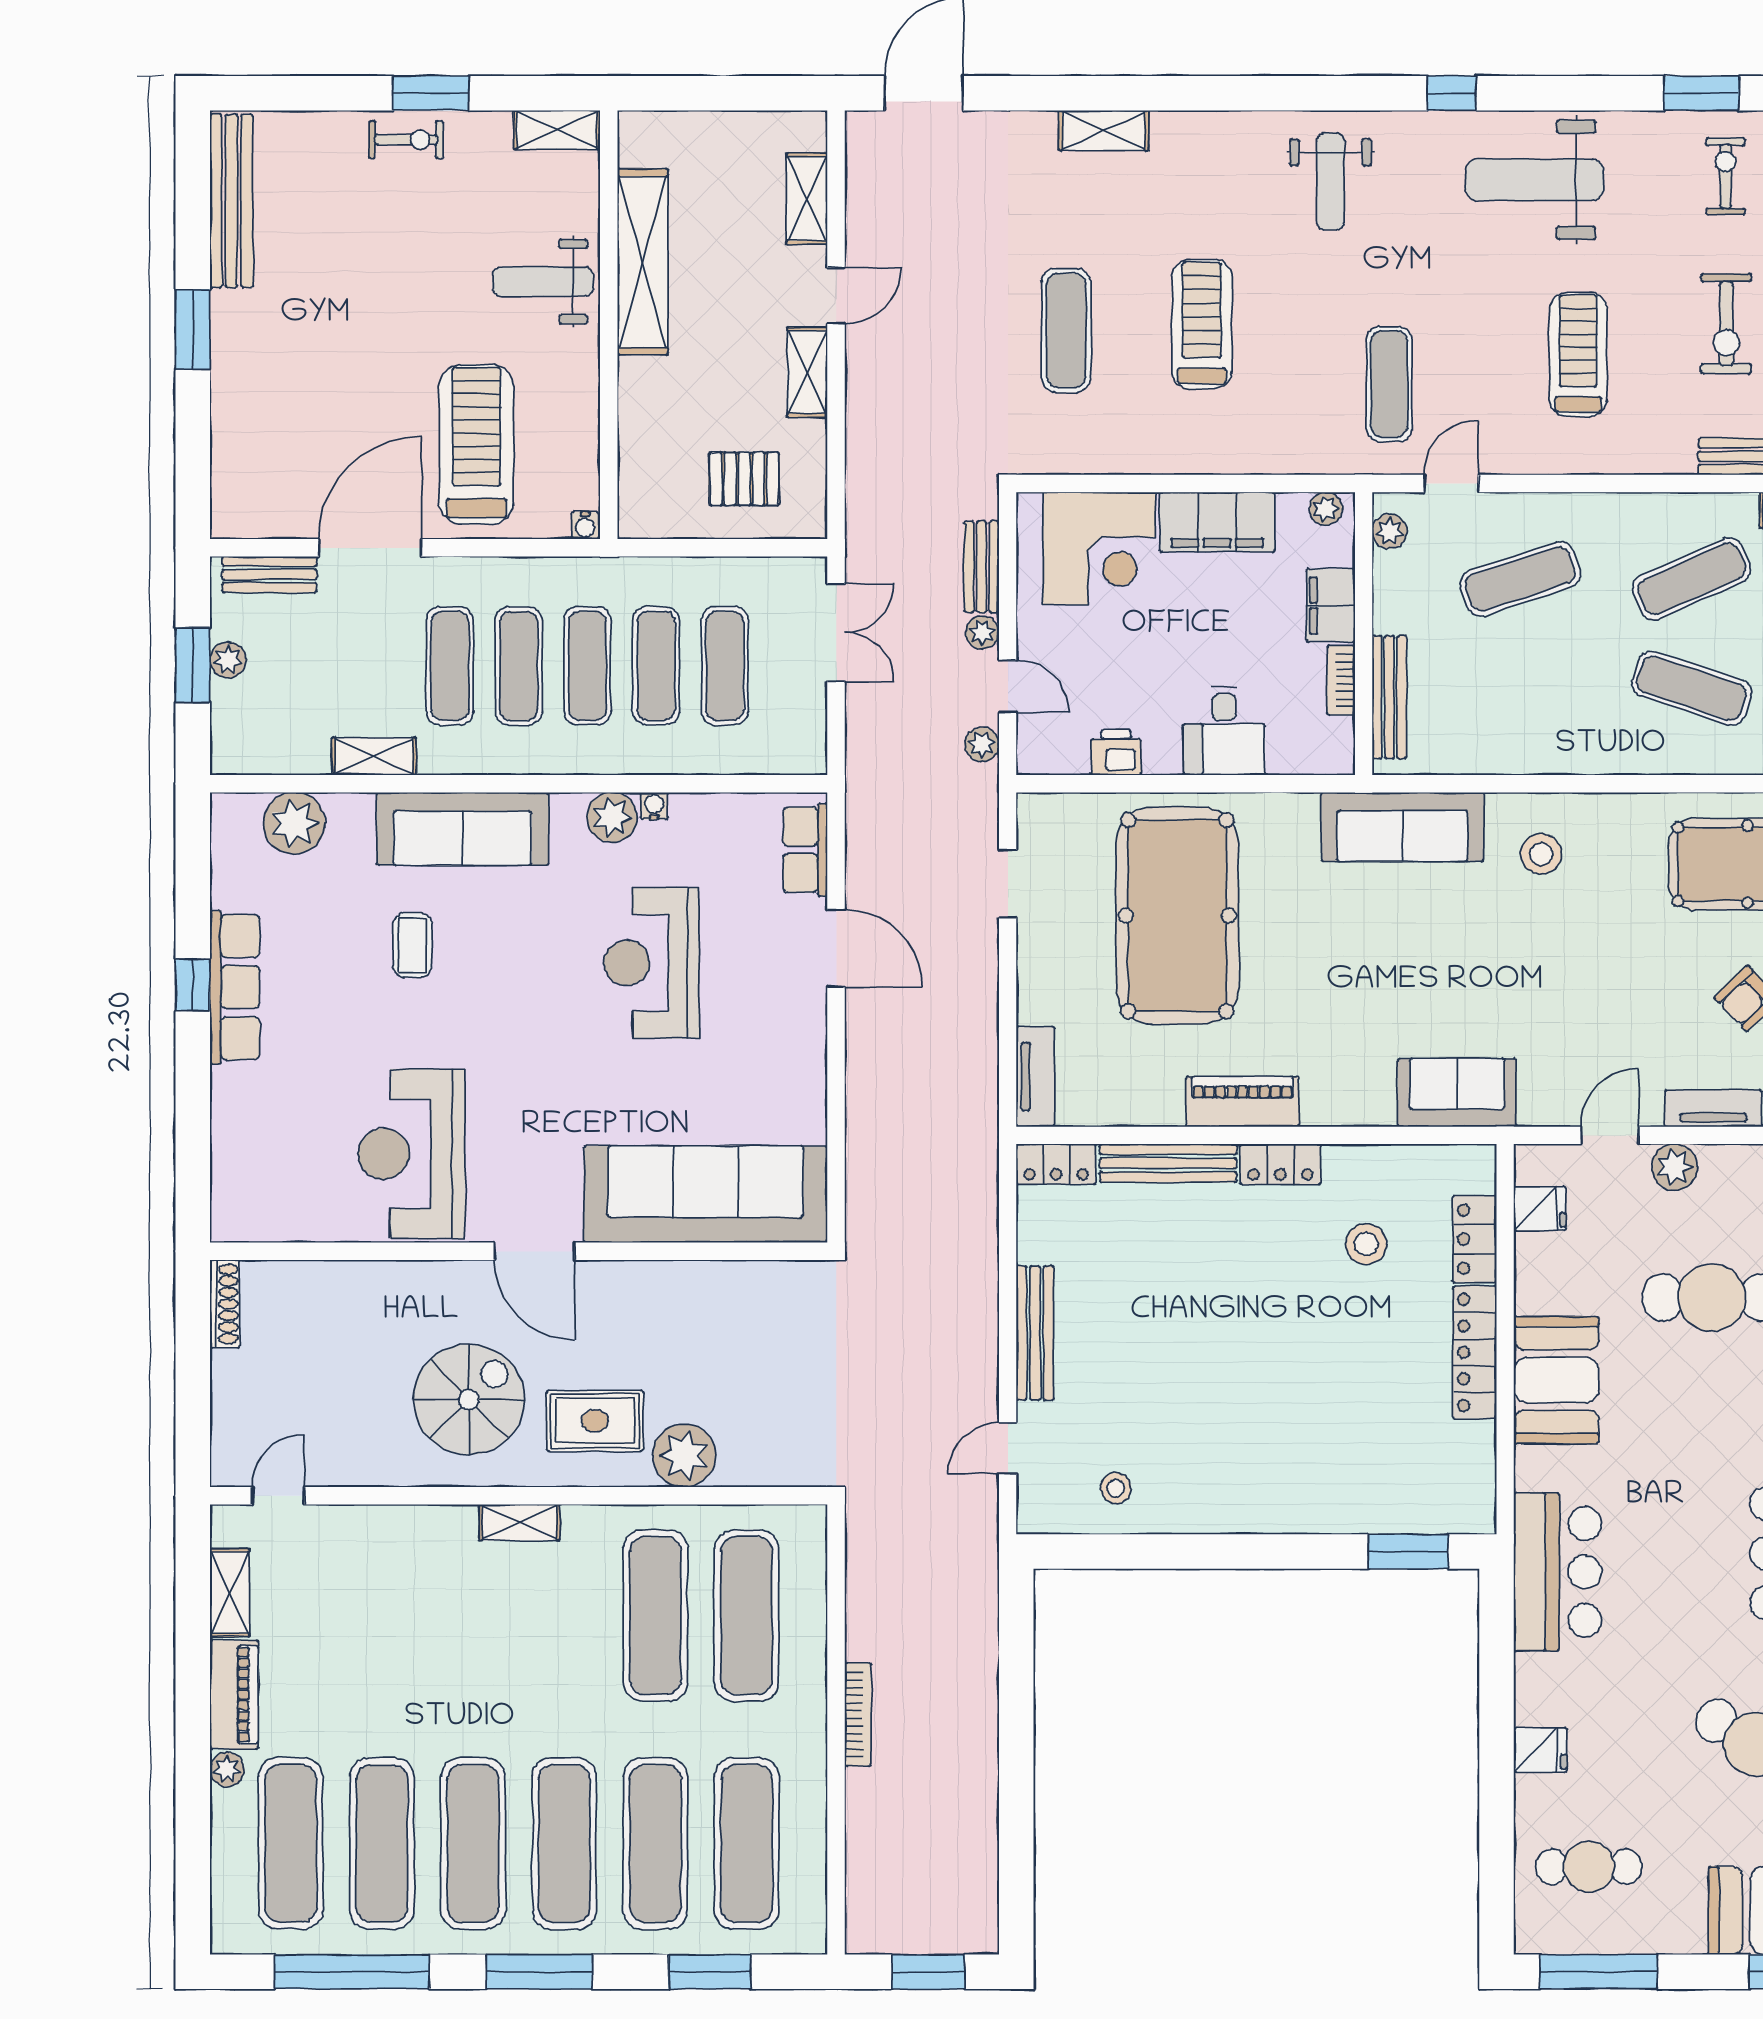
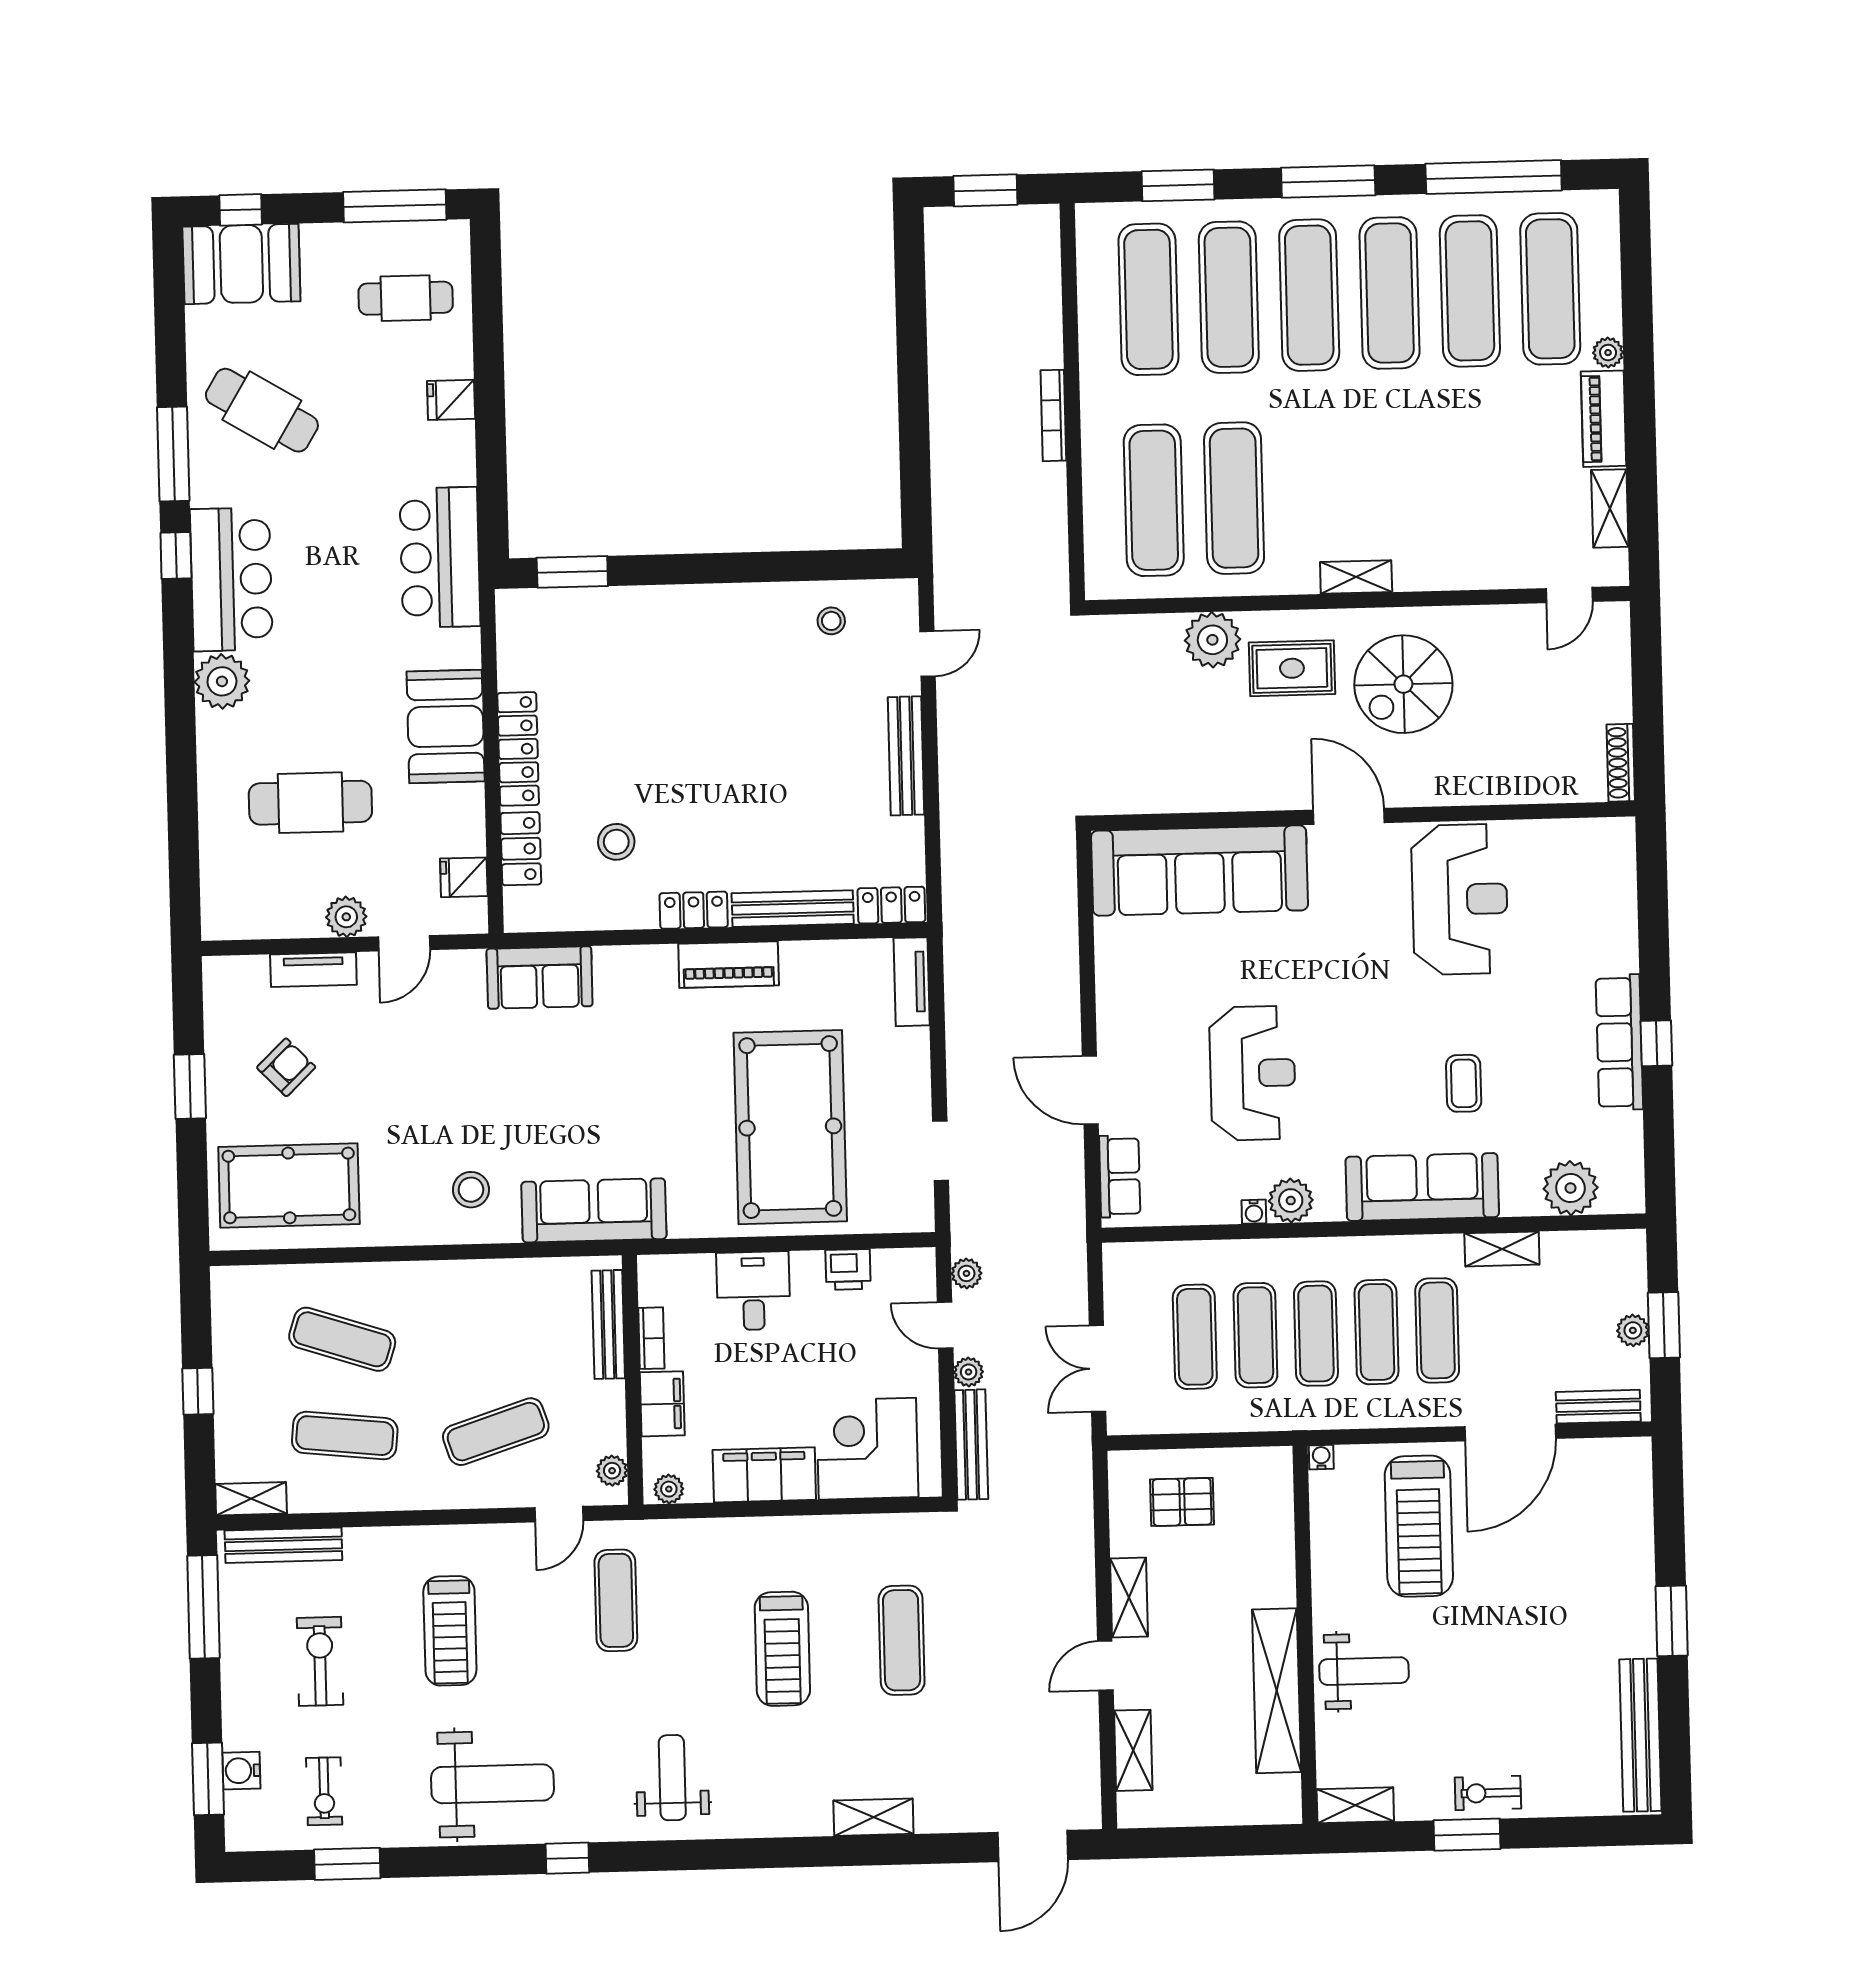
bench: (982, 567) -> (971, 1445), width x1.36
exercise mat: (1692, 579) -> (345, 1436), turned 30

